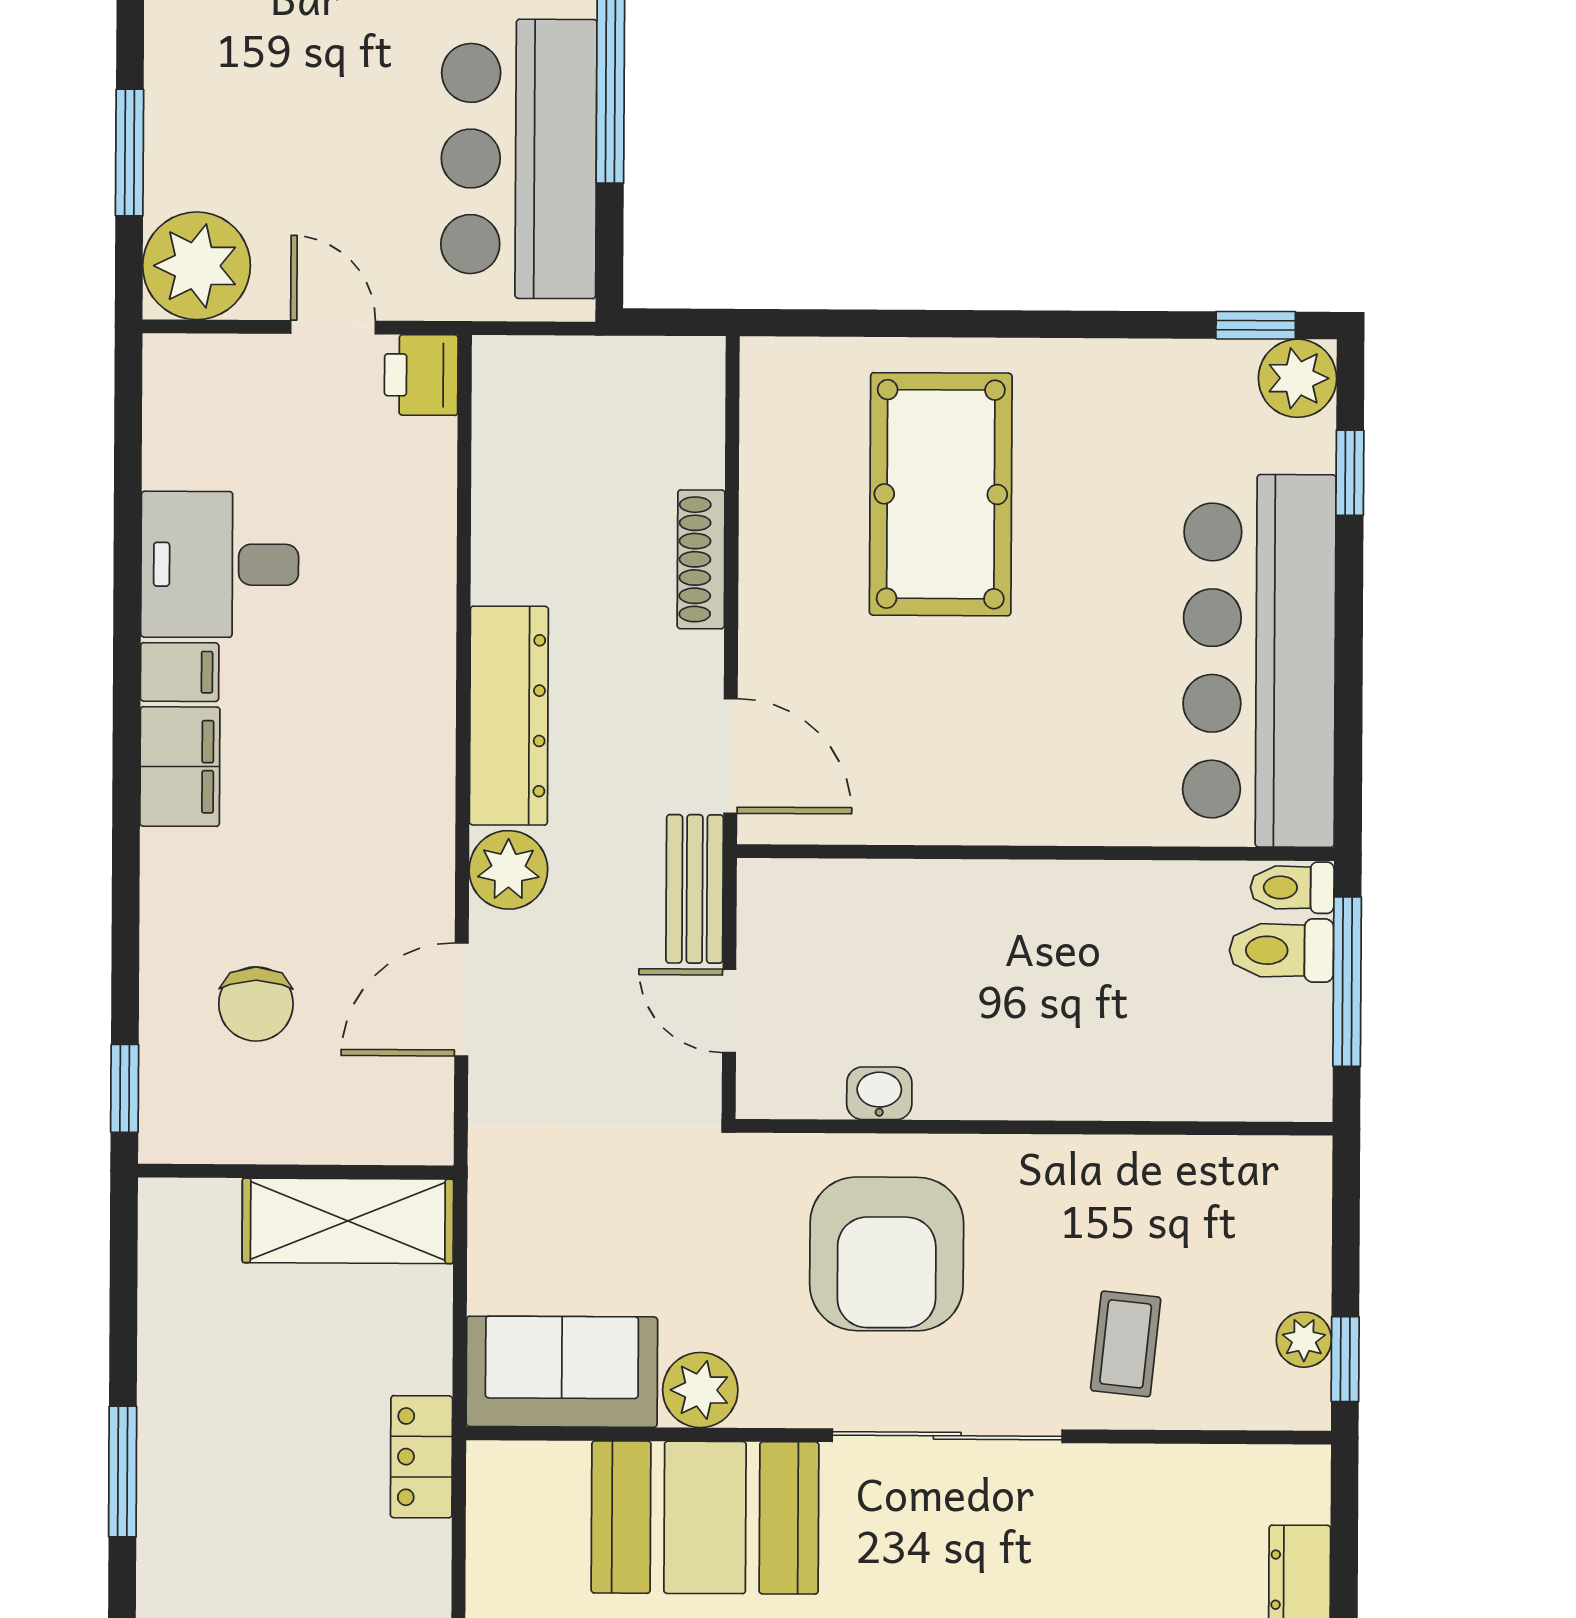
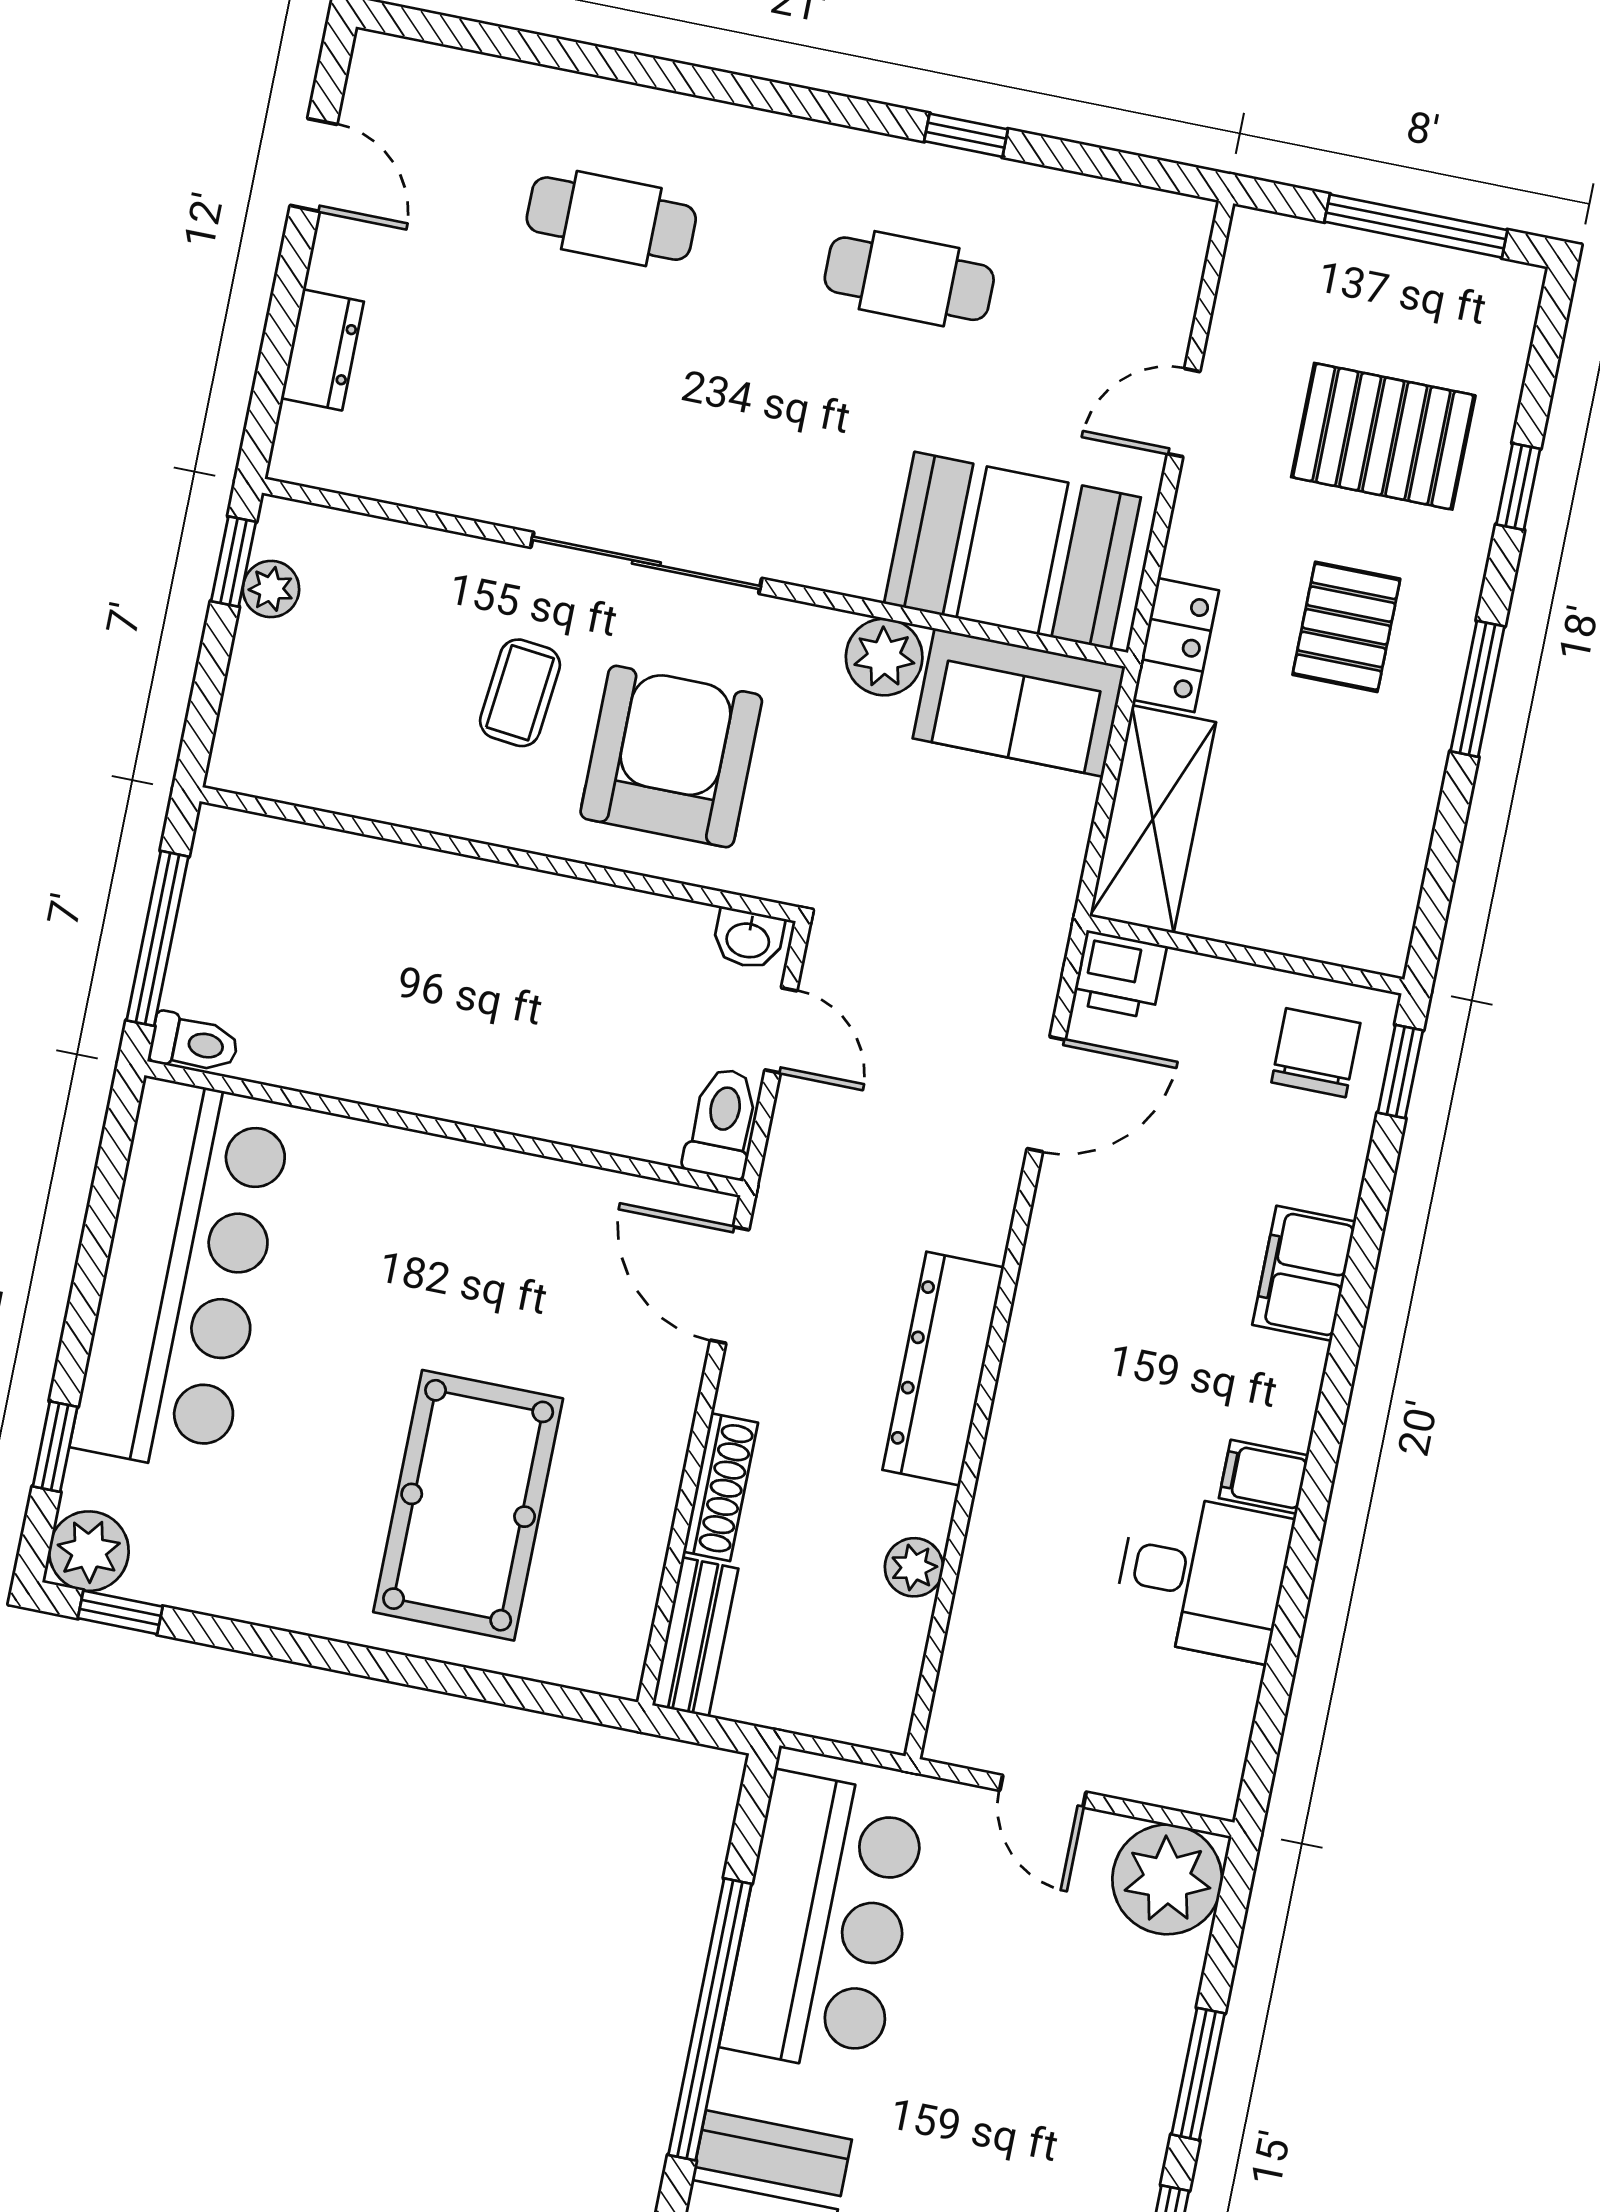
window: (130, 152) -> (1198, 2074), moved
printer: (421, 375) -> (1119, 975), moved, turned 90
filing cabinet: (180, 767) -> (1304, 1273), moved
plant: (508, 870) -> (914, 1567), moved, width x0.73, depth x0.73
bench: (695, 889) -> (695, 1637), moved
toilet: (1281, 950) -> (722, 1123), moved, turned -90
chair: (256, 1004) -> (1316, 1053), moved
washbasin: (879, 1093) -> (748, 939), moved
shelving: (348, 1221) -> (1153, 819), moved, turned 90
coffee table: (1126, 1344) -> (520, 693), moved
pallet: (261, 1507) -> (1346, 627), added
booth: (705, 1517) -> (1012, 551), moved

